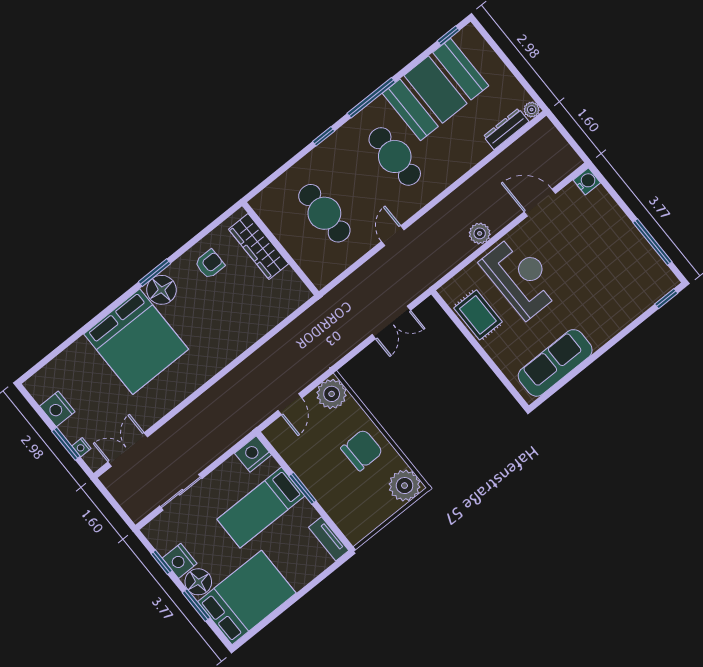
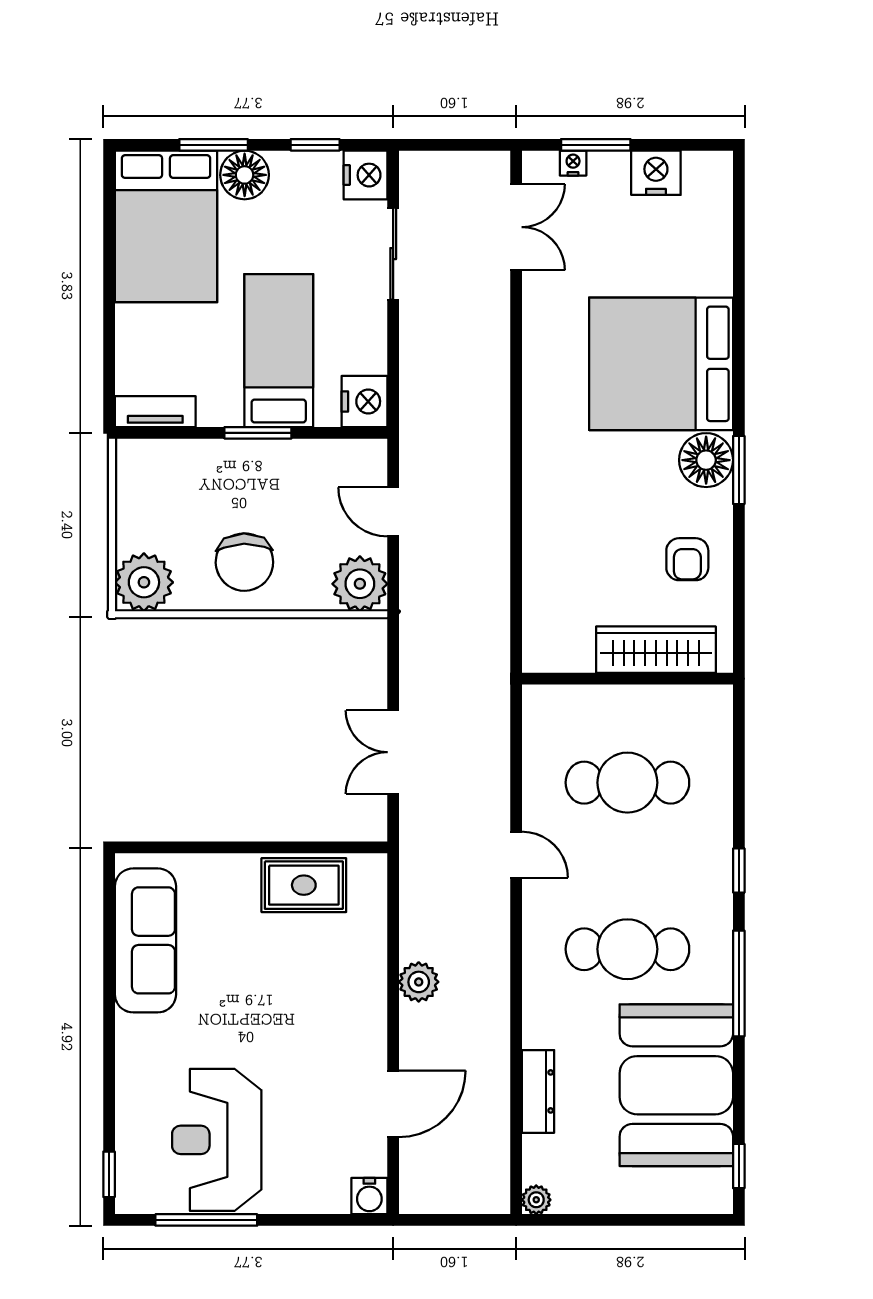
dresser: (506, 129) -> (538, 1091), moved
reception desk: (520, 277) -> (217, 1140), moved, turned 90
nightstand: (180, 561) -> (366, 175), moved, turned 90

